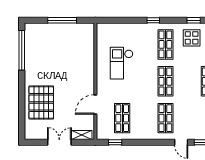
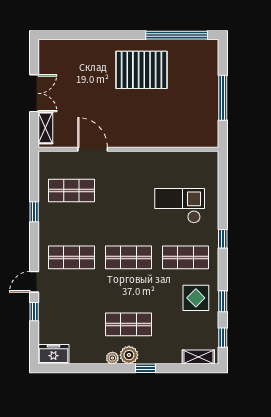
checkout: (122, 63) -> (180, 206), moved
pallet: (41, 103) -> (141, 70), moved
window: (115, 142) -> (34, 212), moved

